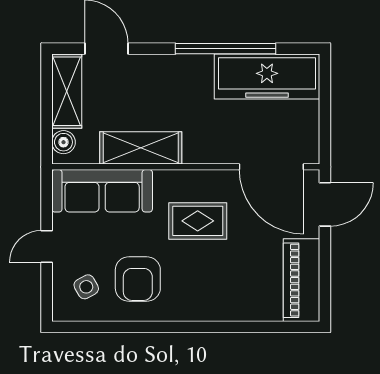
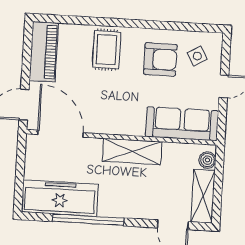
shelving: (141, 148) -> (132, 151), moved
rug: (198, 221) -> (107, 50), moved, turned 90
armchair: (138, 279) -> (160, 59), turned 90

